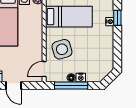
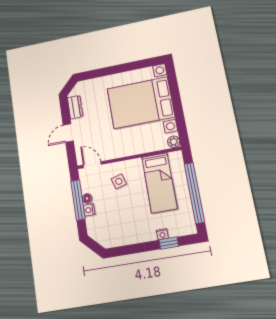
side table: (62, 49) -> (119, 181), width x0.54, depth x0.54

